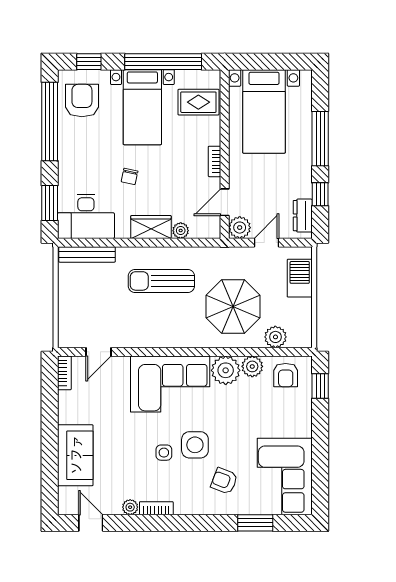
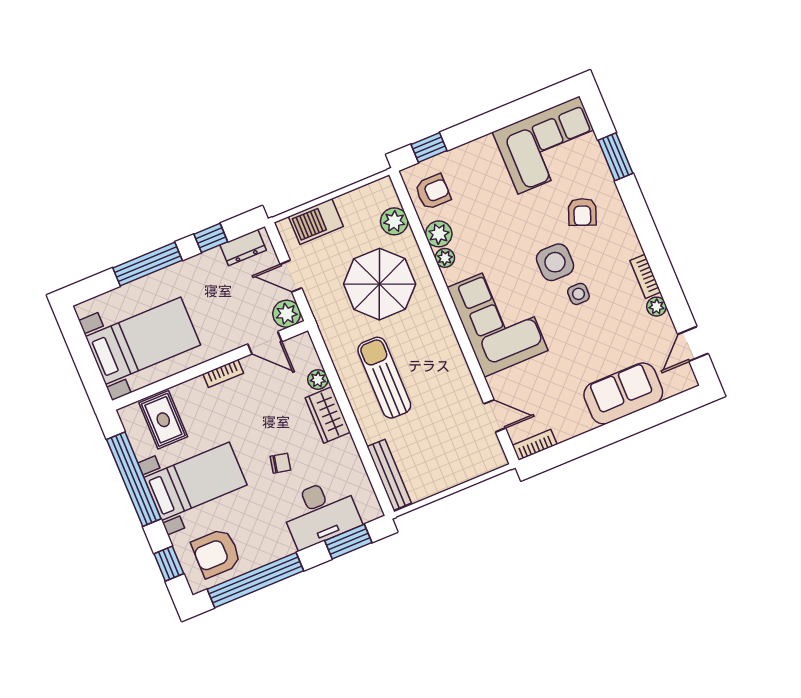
desk: (86, 216) -> (320, 513), moved, turned 90
sun lounger: (161, 281) -> (384, 378), turned 180
plant: (226, 370) -> (445, 258), width x0.53, depth x0.53

